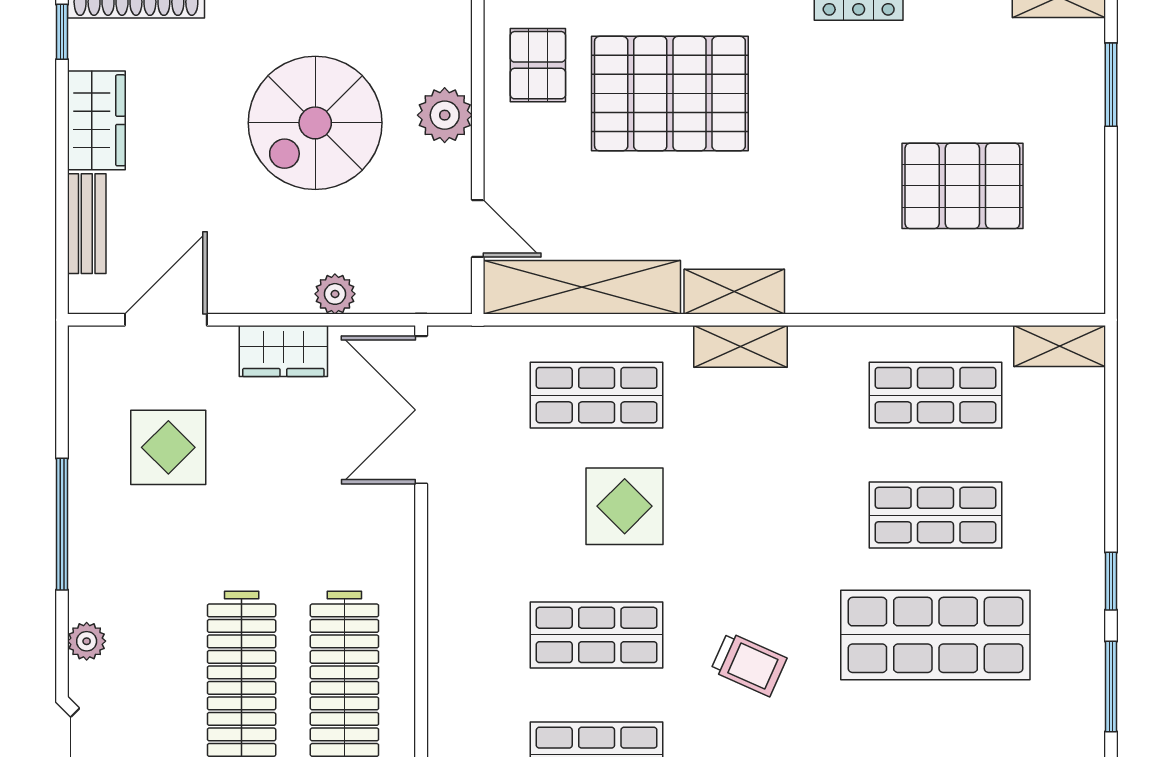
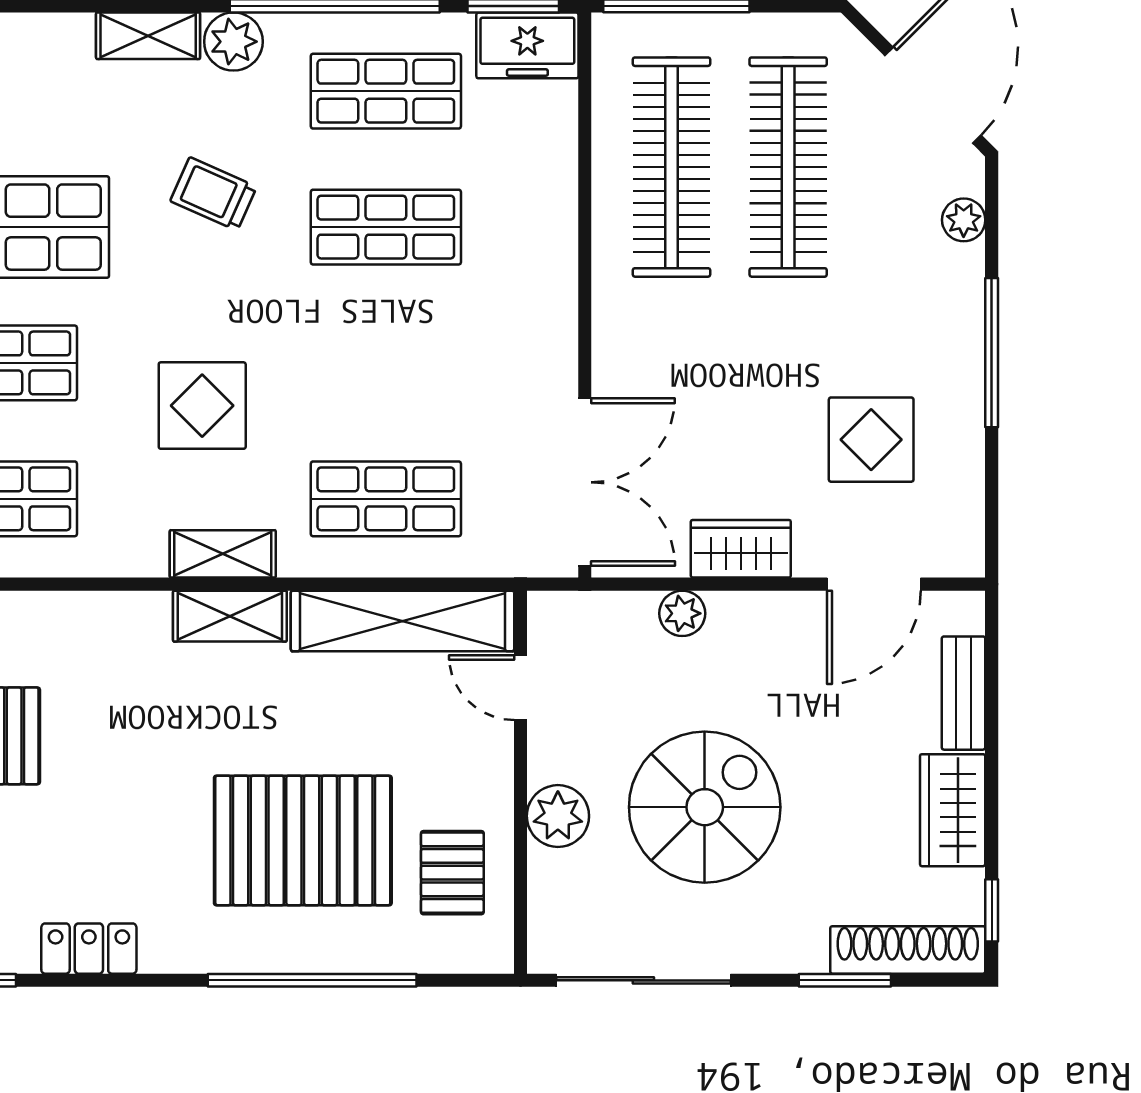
display table: (625, 506) -> (202, 406), moved

